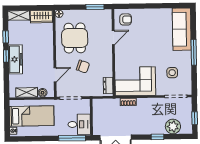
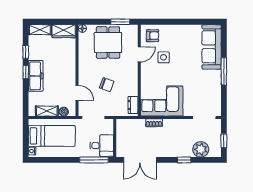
dining table: (75, 38) -> (108, 43), moved
side table: (172, 73) -> (164, 57), moved
door: (55, 75) -> (77, 93), hinge flipped

